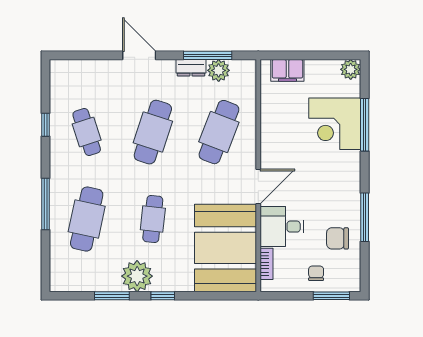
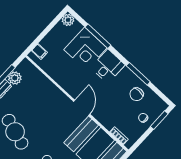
filing cabinet: (287, 70) -> (39, 51), width x0.50
cafe table: (219, 132) -> (42, 103), removed
desk: (282, 227) -> (108, 66), moved, turned 180

